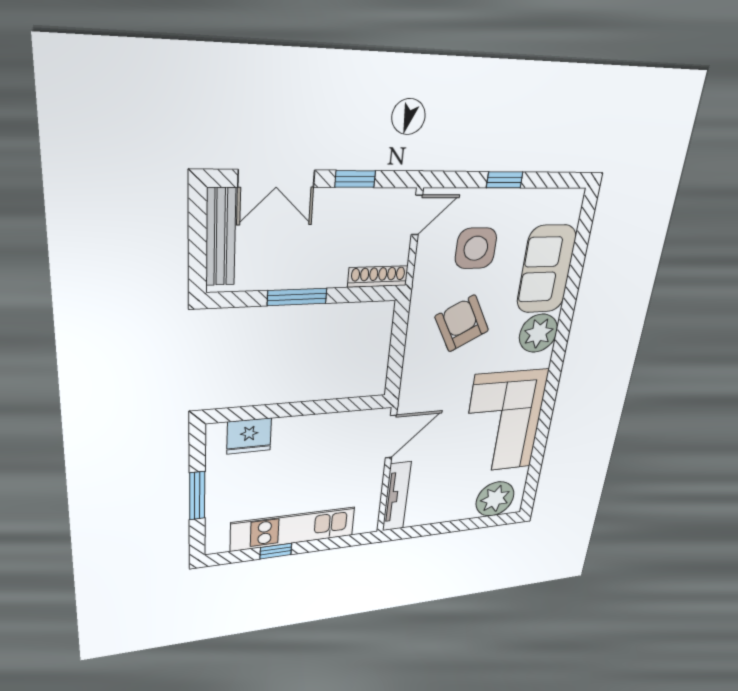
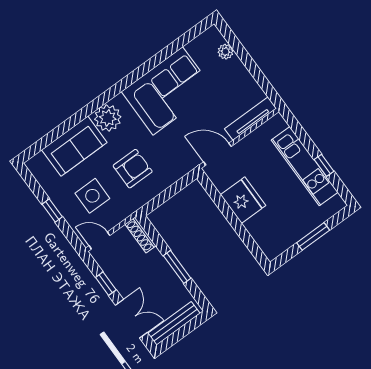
armchair: (462, 323) -> (133, 169), turned -152
fridge: (249, 436) -> (243, 200), moved, width x1.36, depth x1.34
plant: (495, 499) -> (225, 52), width x0.53, depth x0.53

